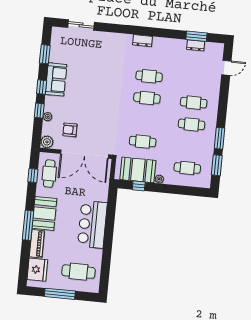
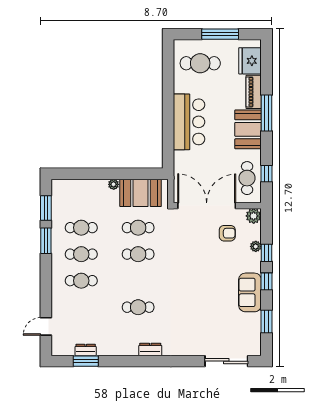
sliding door: (81, 25) -> (226, 361), width x1.37
cafe table: (147, 98) -> (138, 254), moved
cafe table: (187, 168) -> (81, 228), moved
window: (139, 186) -> (138, 174), removed

